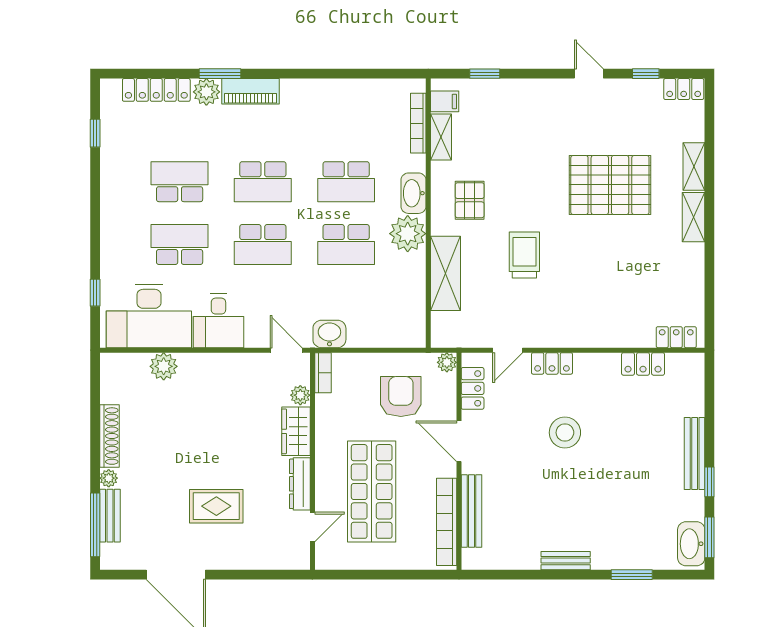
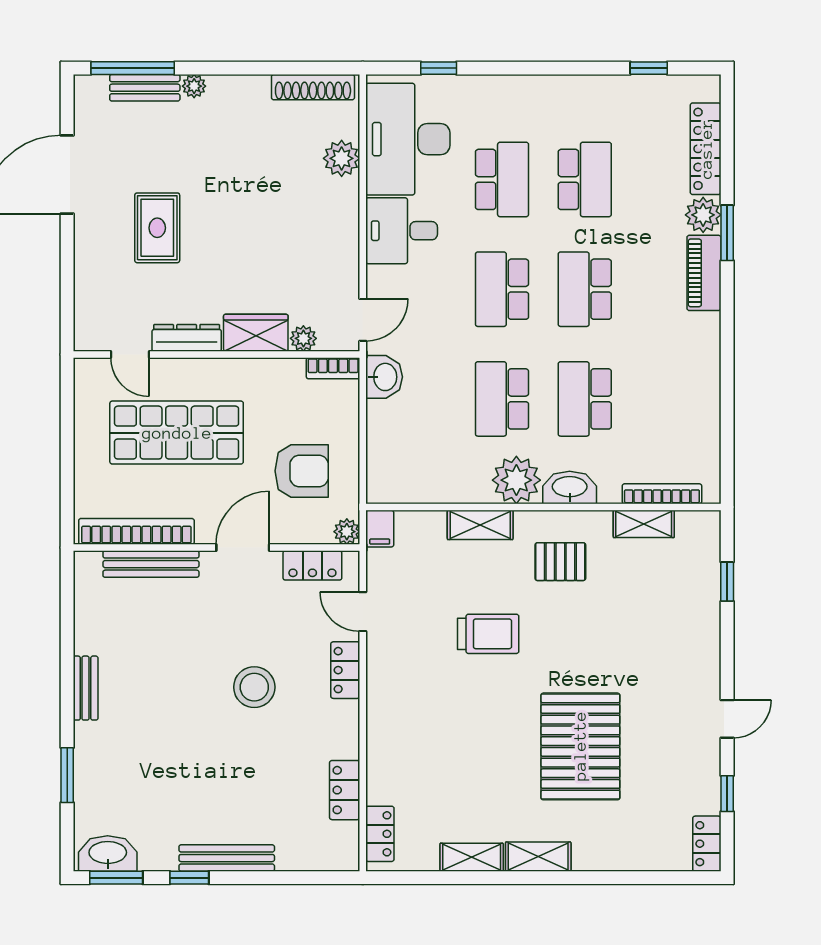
filing cabinet: (445, 101) -> (380, 529), moved
shelving: (694, 167) -> (472, 857), moved
shelving: (446, 273) -> (480, 525), width x0.67, depth x0.75
shoe rack: (110, 436) -> (313, 87), moved

